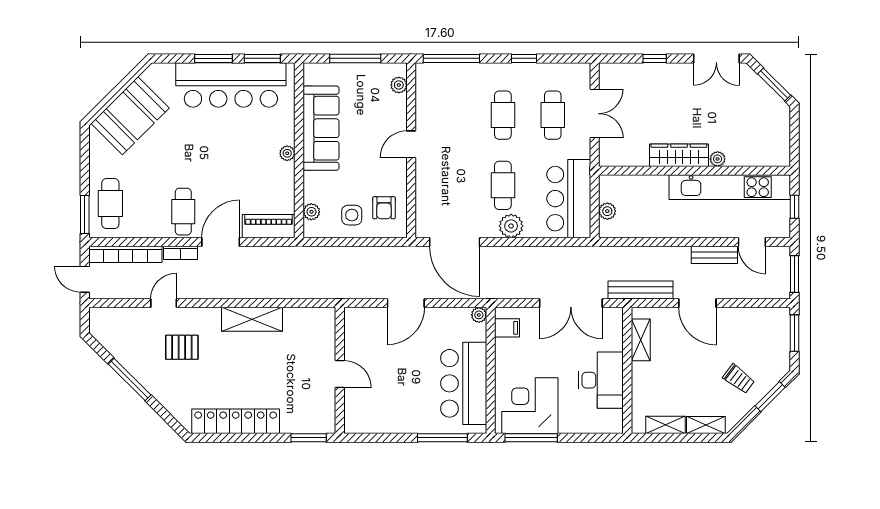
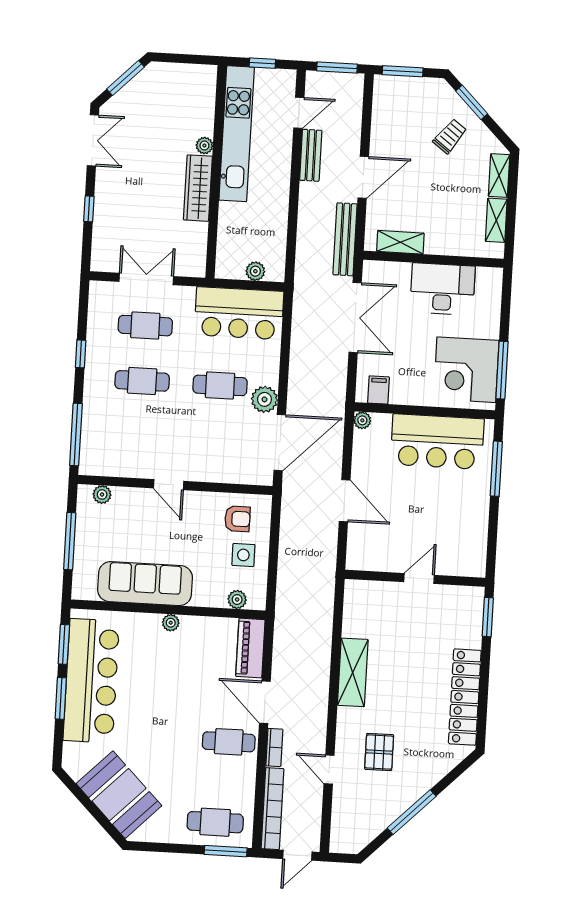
plant: (511, 226) -> (264, 399), moved

